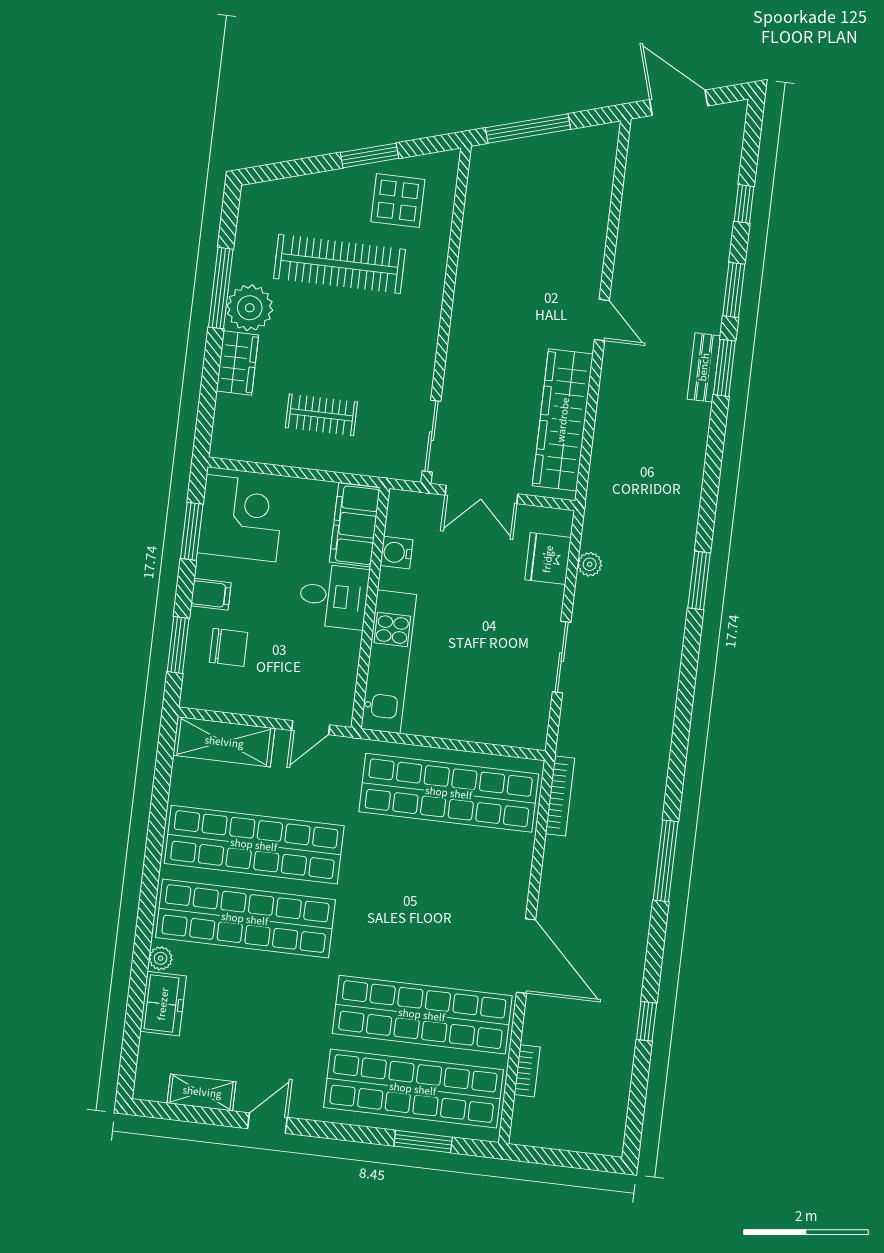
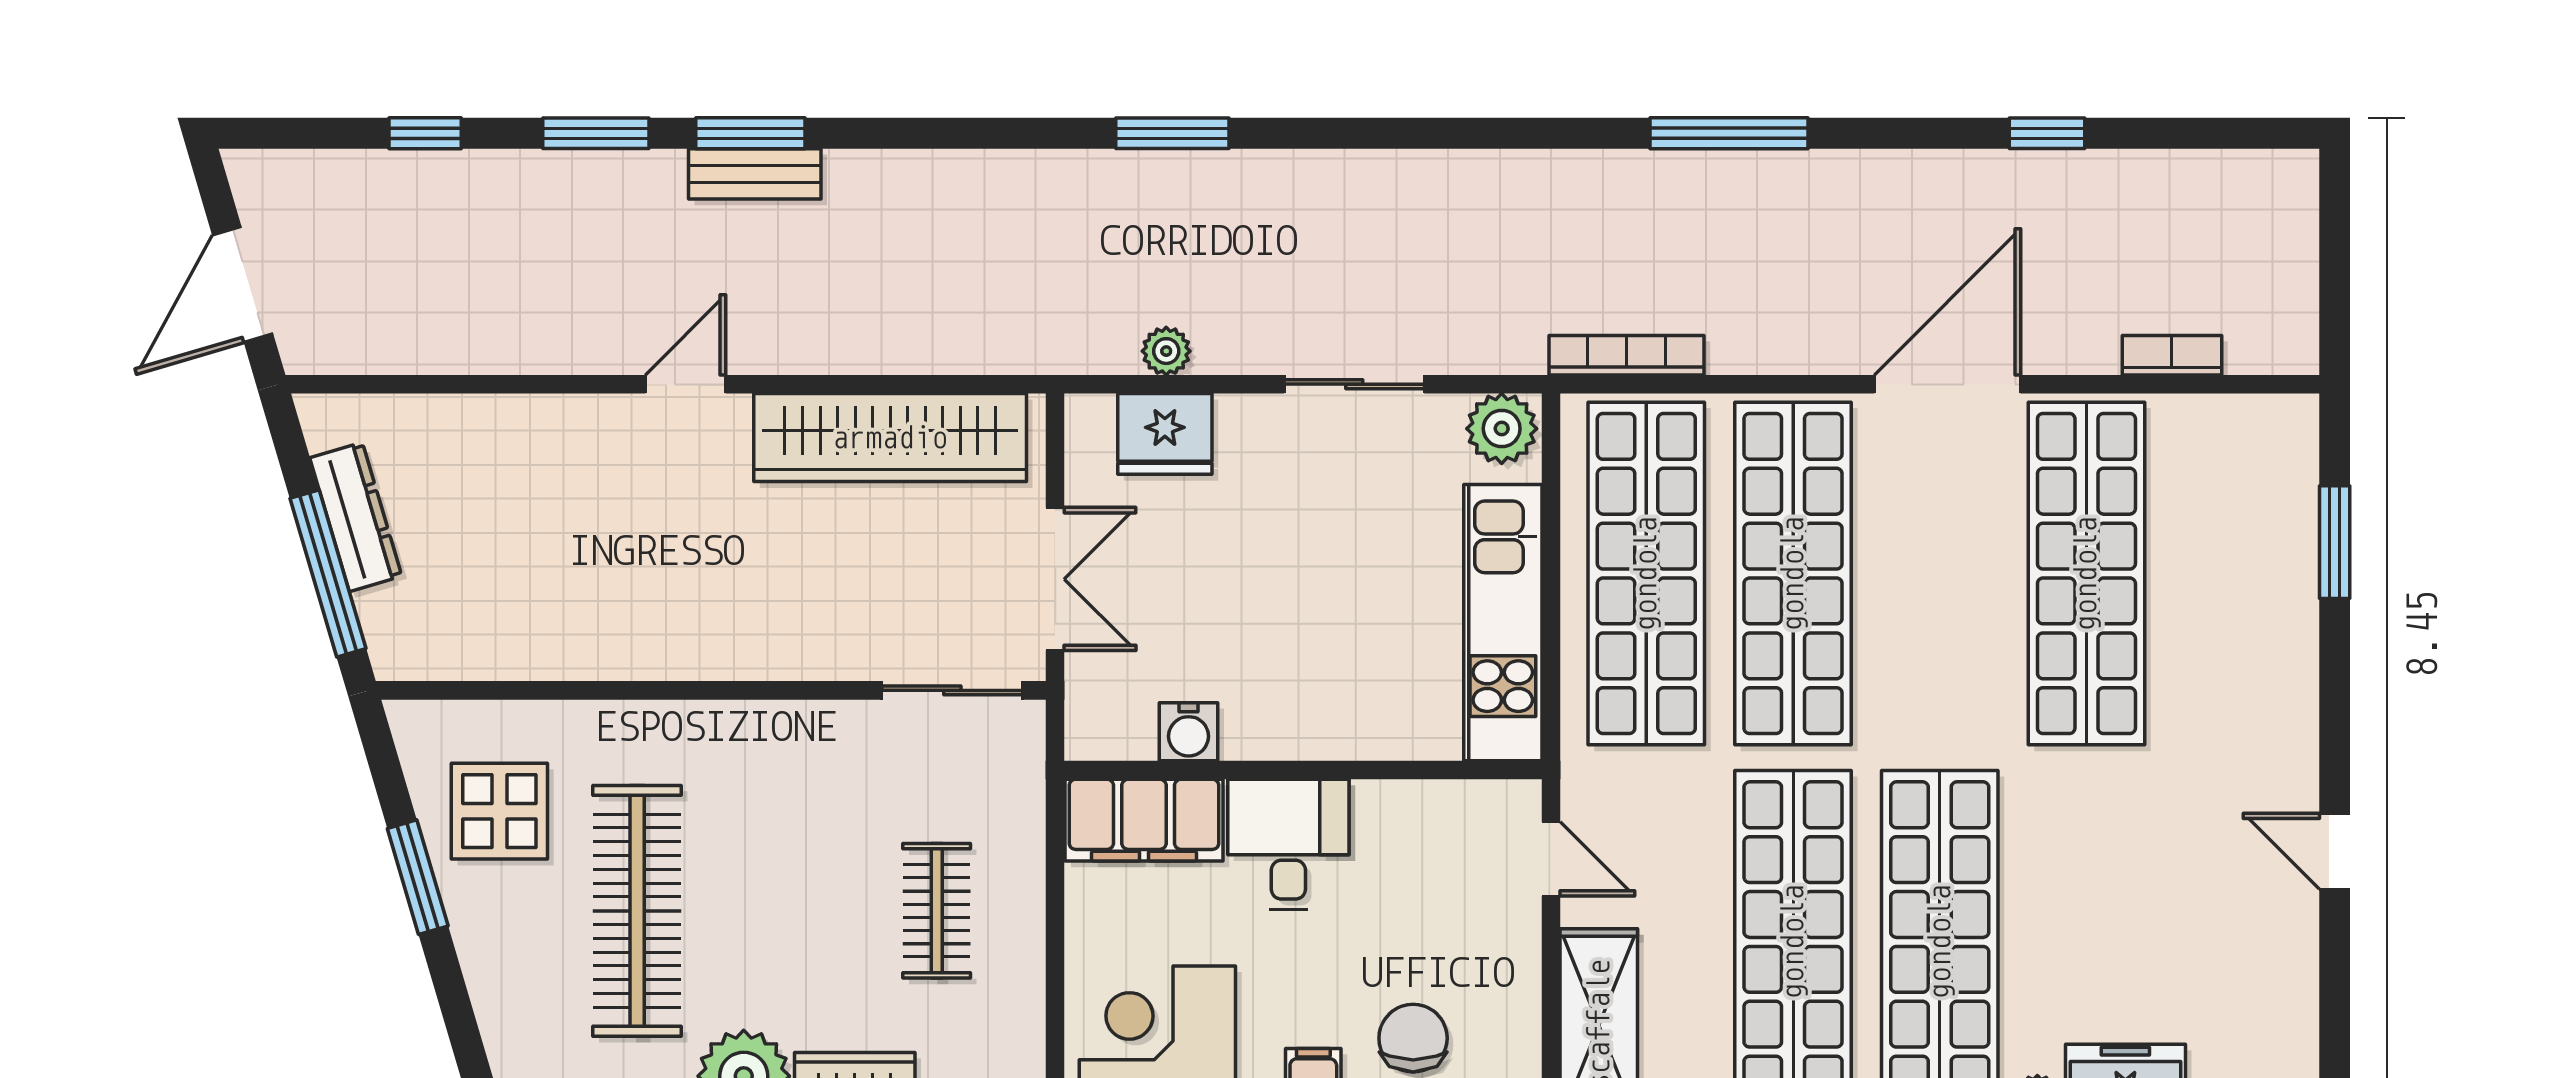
dresser: (555, 146) -> (356, 517), added
kitchen unit: (389, 662) -> (1503, 623), moved, turned -90
plant: (530, 729) -> (1502, 429), added
shop shelf: (413, 1089) -> (1793, 574), moved
shelving: (202, 1092) -> (2290, 987), removed

